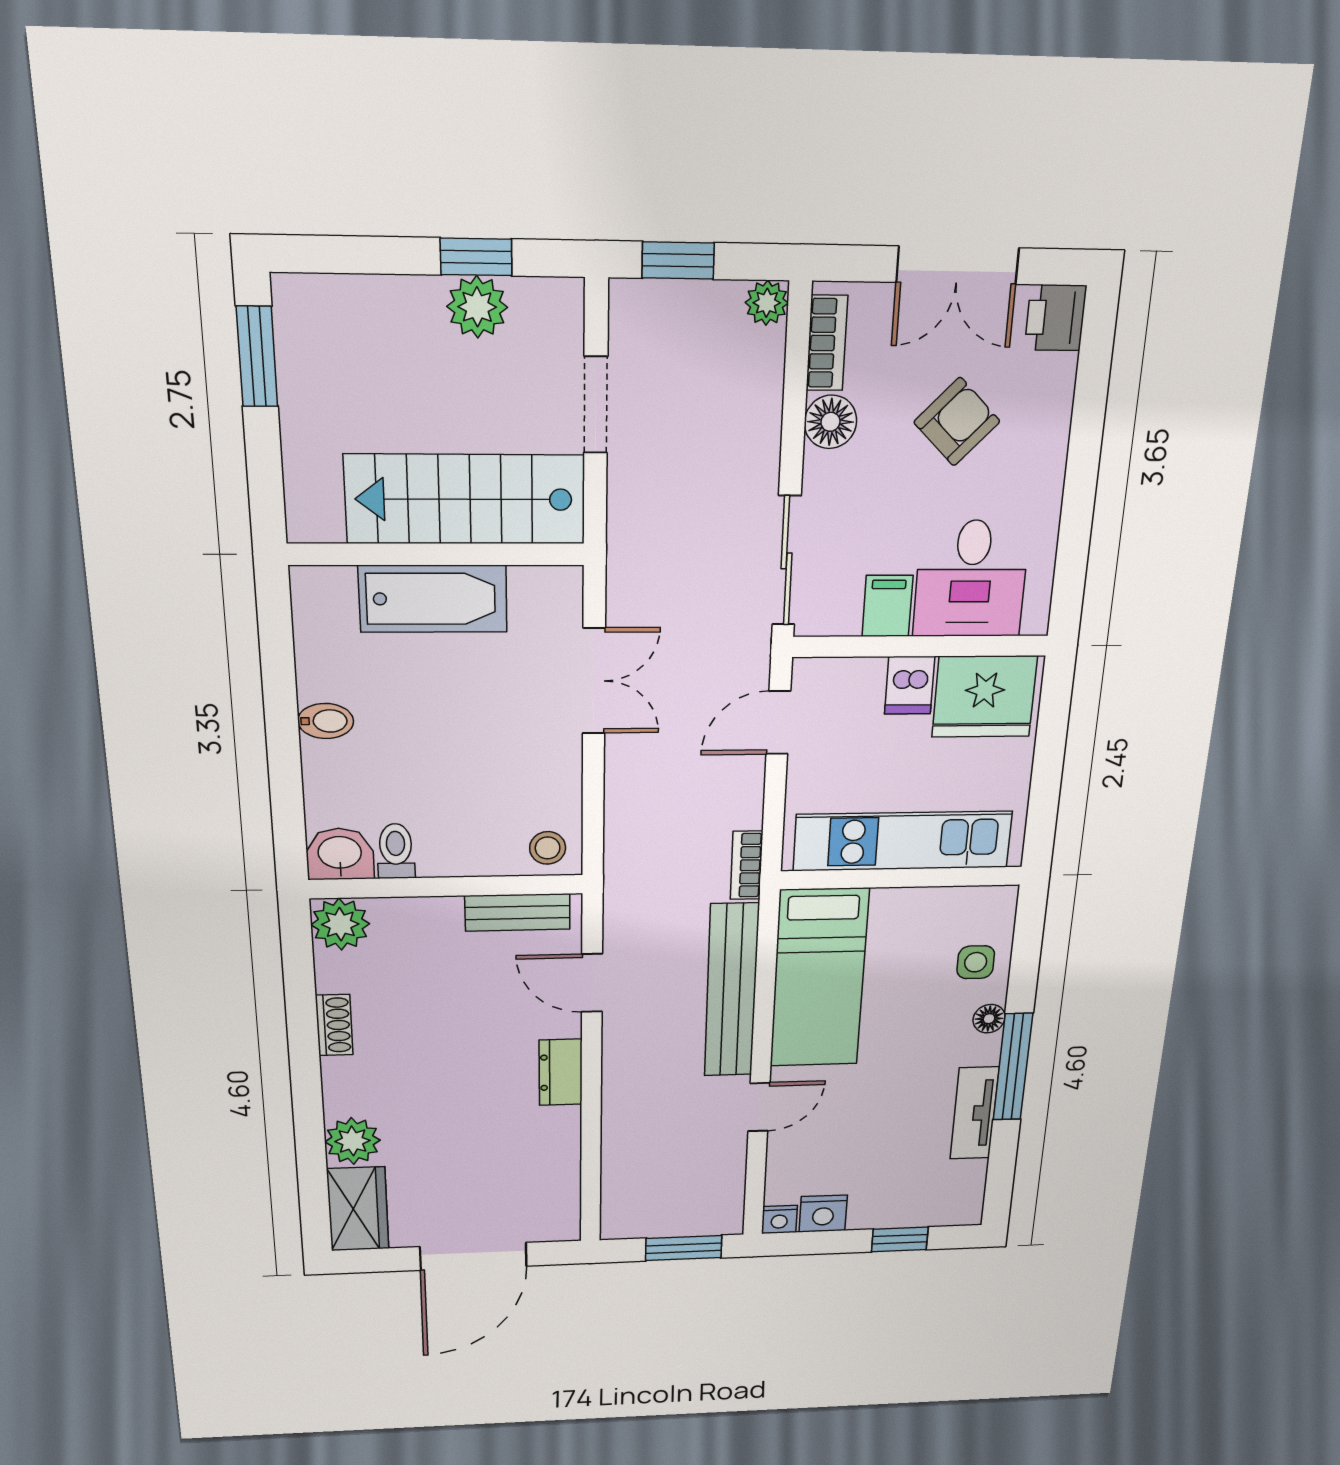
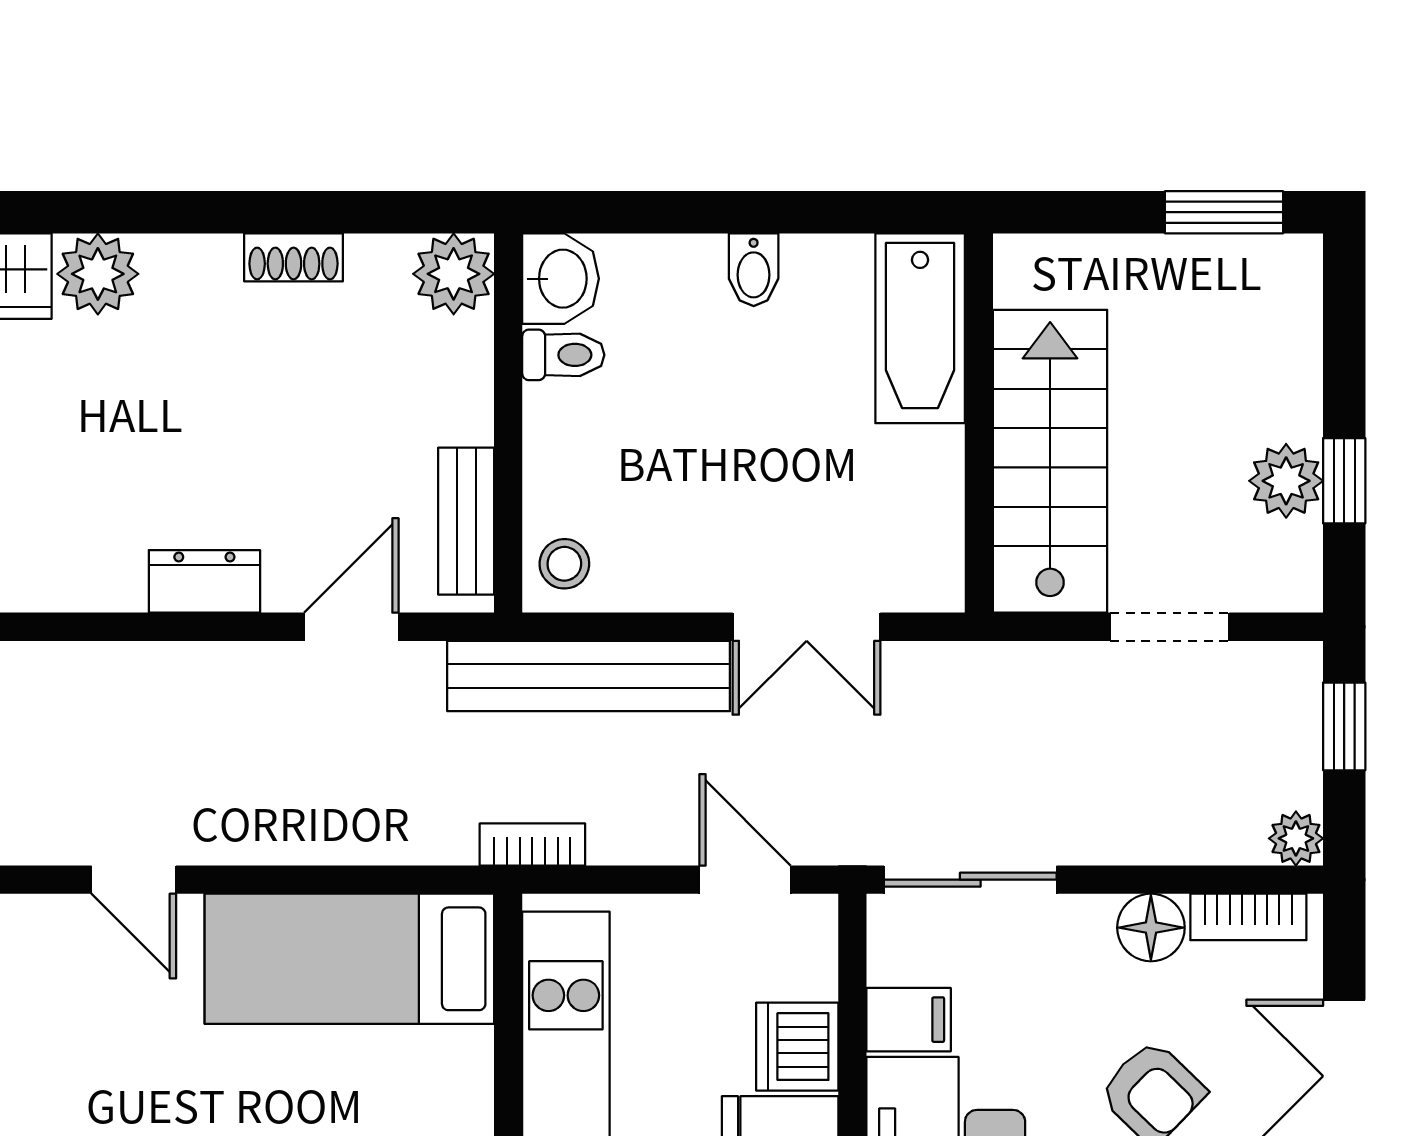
bathtub: (433, 599) -> (920, 328), moved
dishwasher: (910, 685) -> (797, 1047), width x1.38
bench: (731, 991) -> (589, 676), moved

